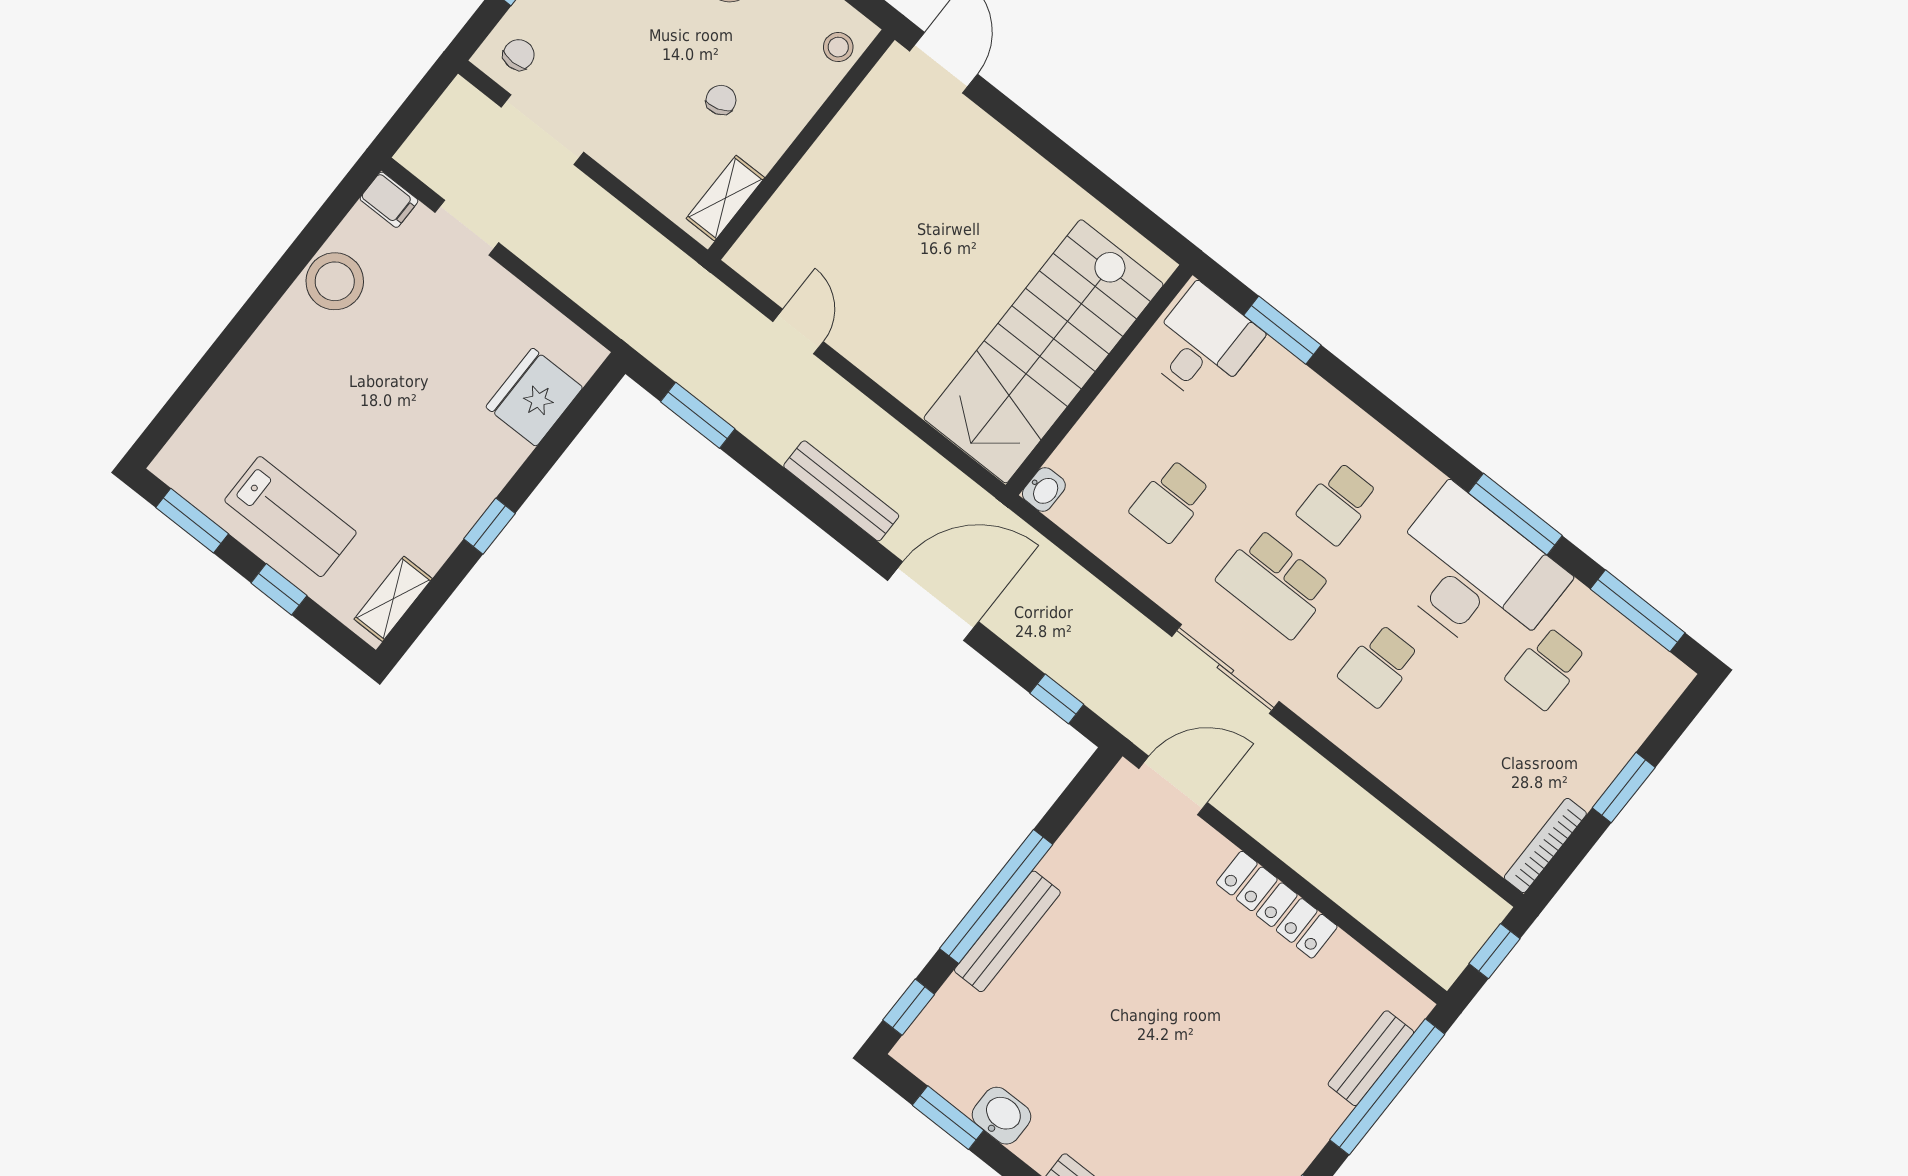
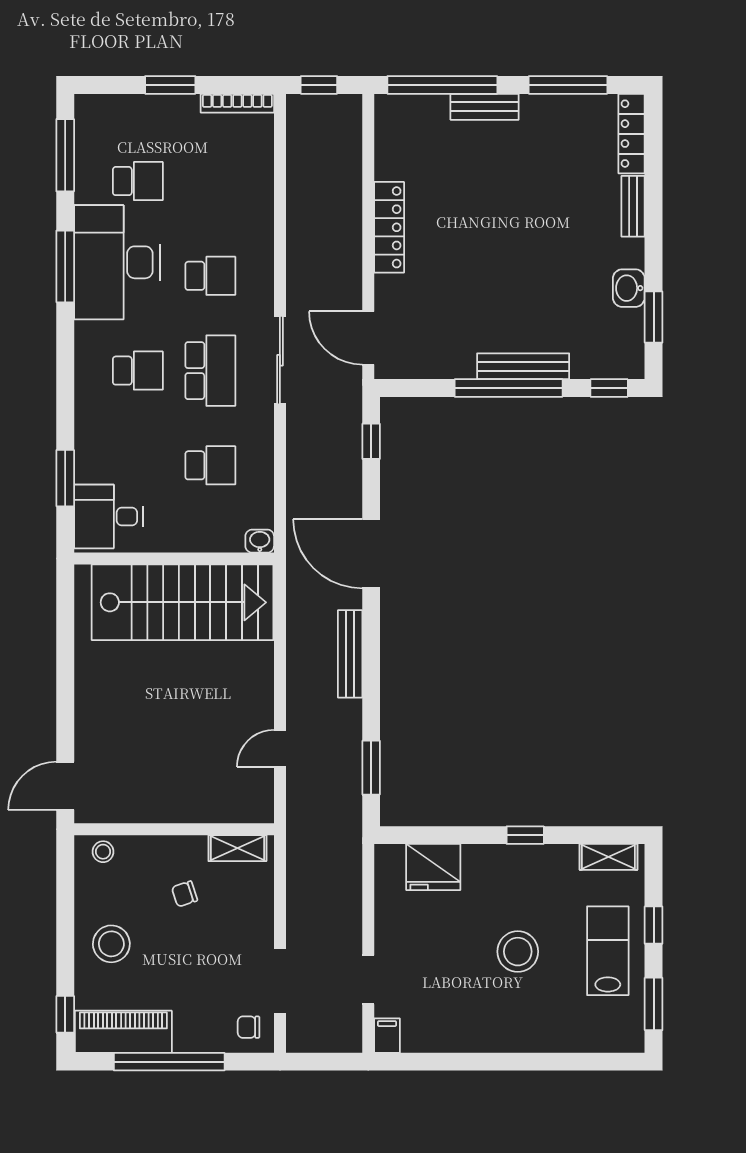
stool: (335, 281) -> (518, 952), moved
bench: (1371, 1058) -> (485, 107), moved

